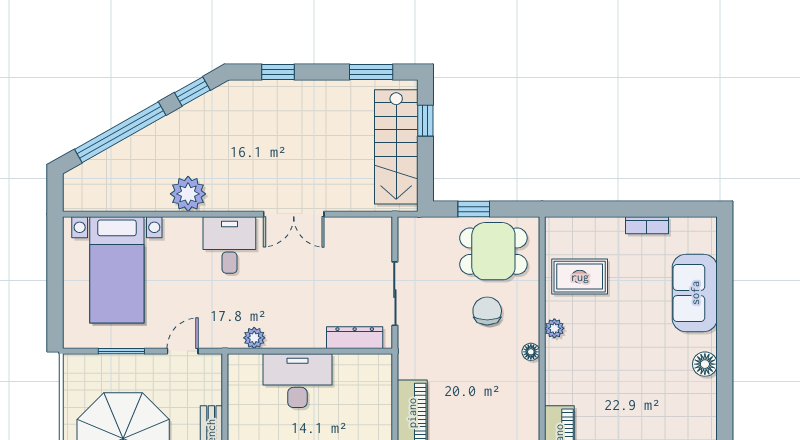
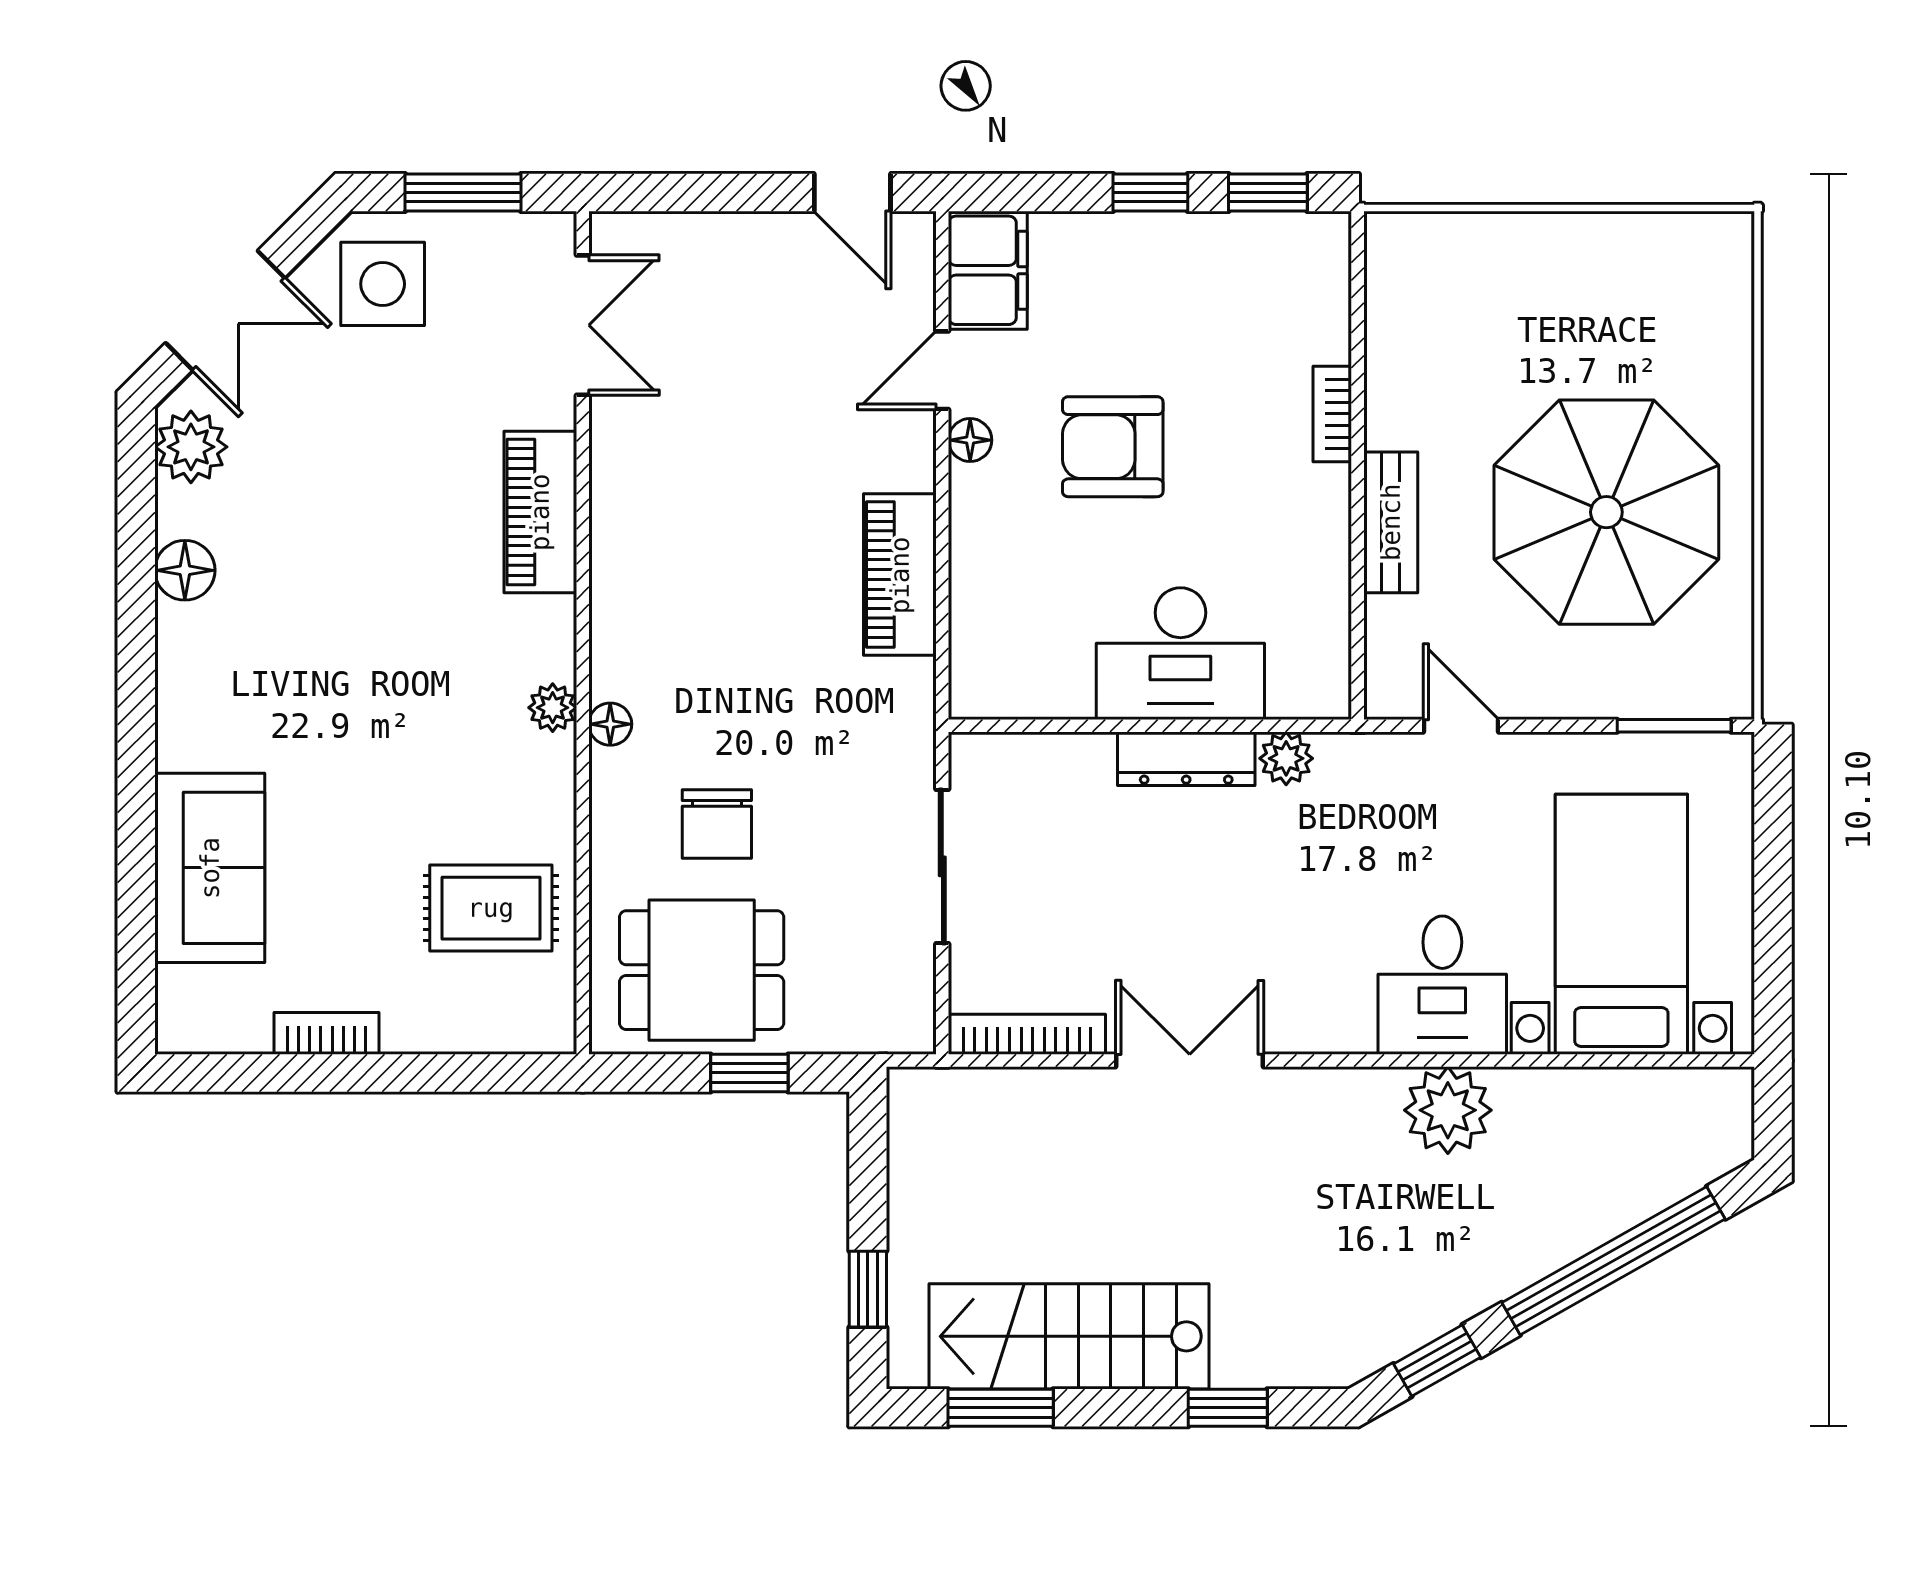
stairs: (396, 147) -> (1069, 1336), moved, turned -90
bookcase: (360, 225) -> (1027, 1034), added
desk: (229, 245) -> (1442, 985), moved
plant: (554, 328) -> (553, 708), moved
dresser: (355, 338) -> (1186, 759), moved
window: (121, 351) -> (1674, 726), moved
door: (183, 351) -> (1461, 726), swing flipped
floor lamp: (705, 364) -> (185, 570), moved

